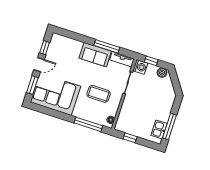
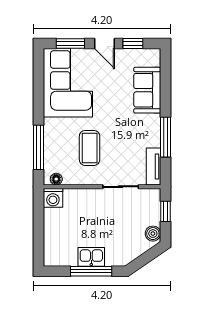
sofa: (95, 55) -> (147, 90), moved
washing machine: (140, 67) -> (53, 198), moved
window: (169, 127) -> (91, 271), moved
kitchen sink: (159, 129) -> (91, 257), moved
window: (130, 138) -> (38, 217), removed

